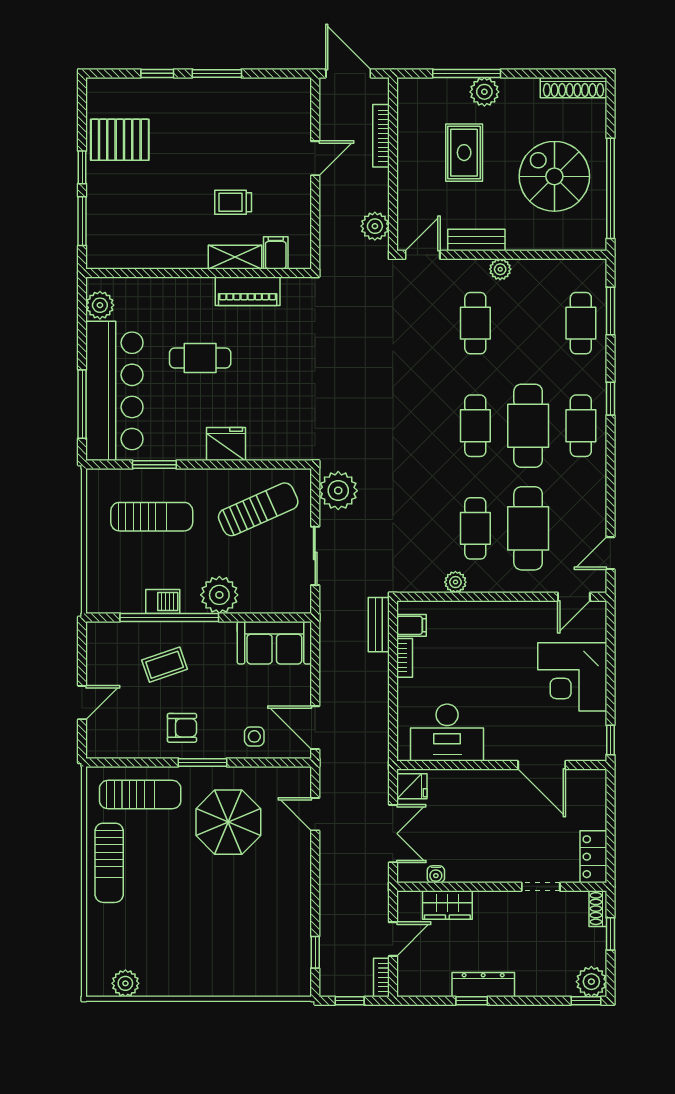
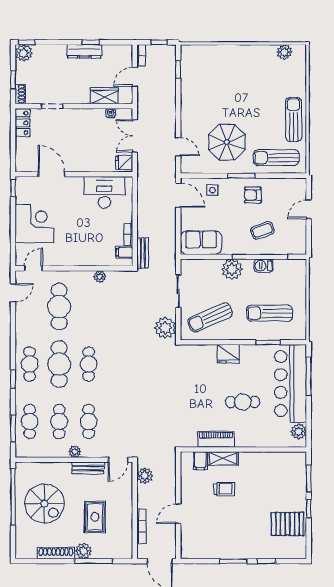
shoe rack: (574, 88) -> (56, 553), moved
cafe table: (475, 528) -> (59, 421), moved

